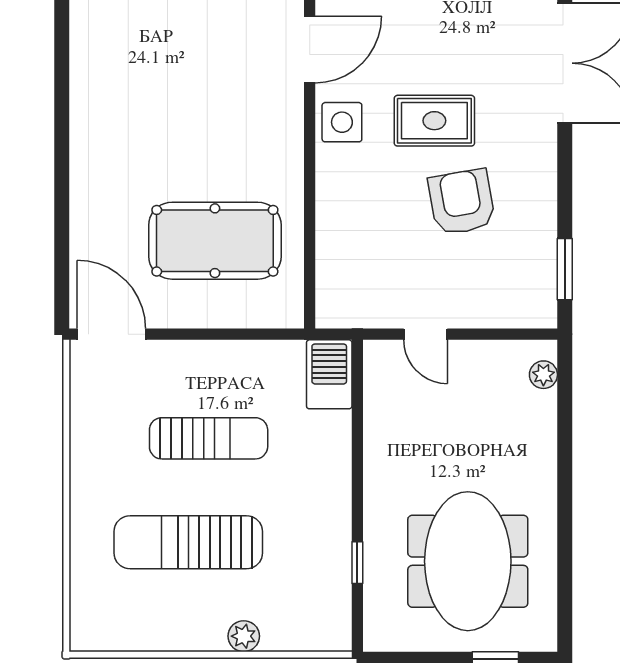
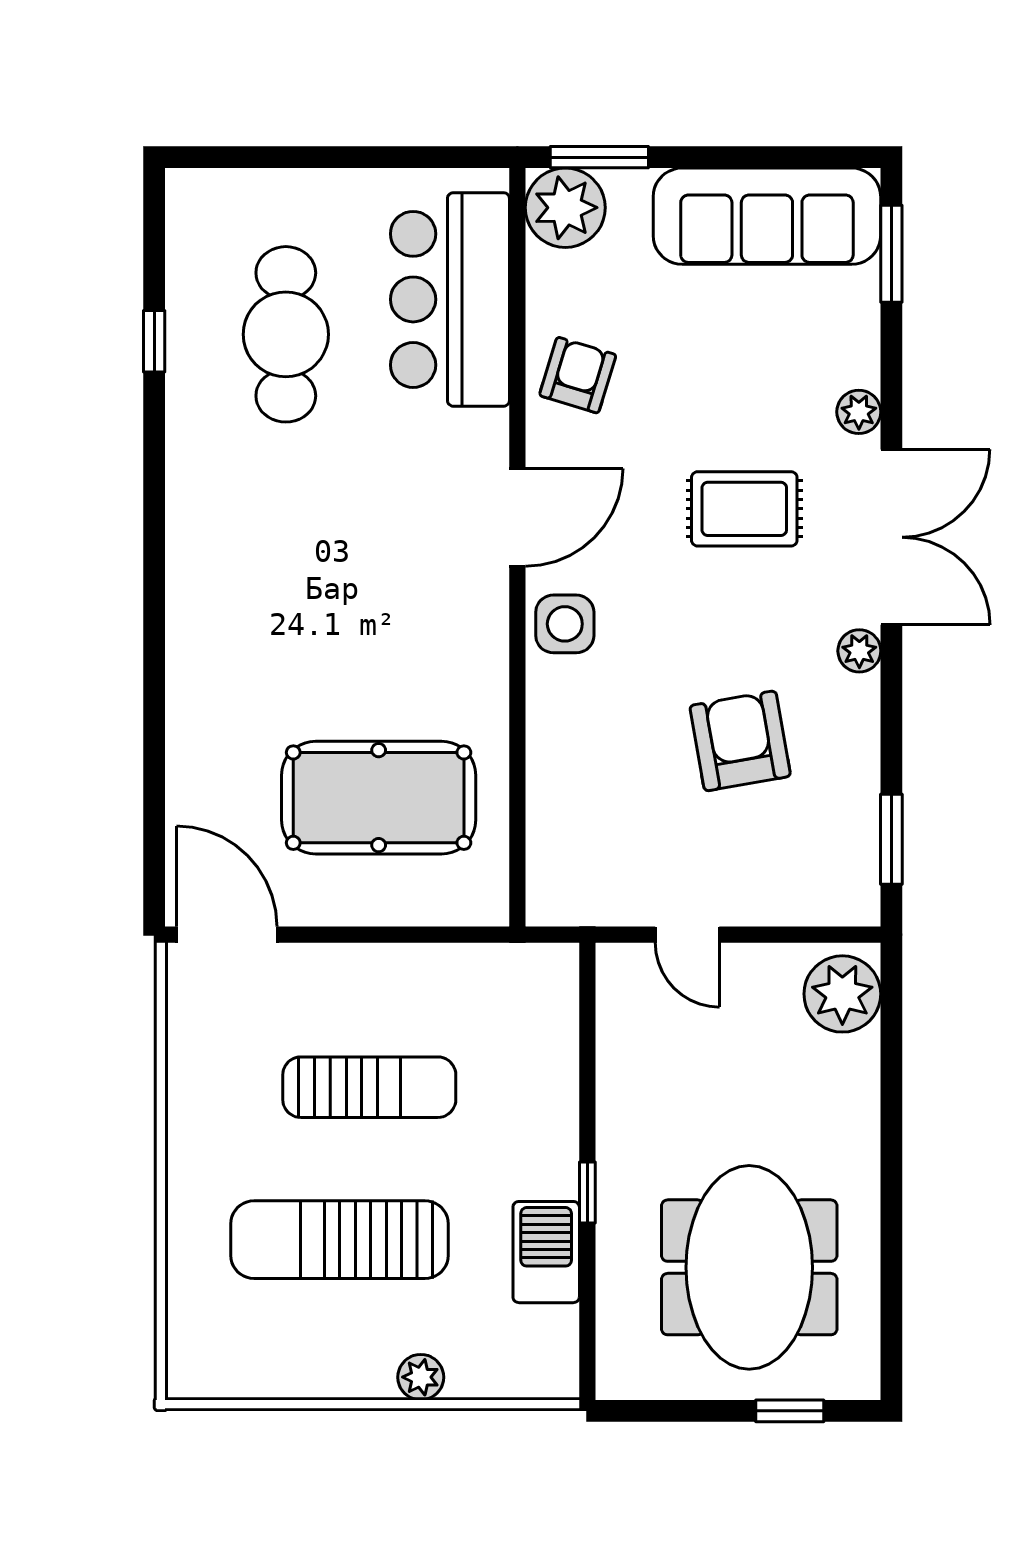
rug: (434, 121) -> (744, 509), moved
plant: (543, 141) -> (859, 651), added
barbecue: (329, 374) -> (546, 1252), moved
plant: (543, 375) -> (842, 994), width x1.88, depth x1.88
window: (357, 563) -> (587, 1193), moved

